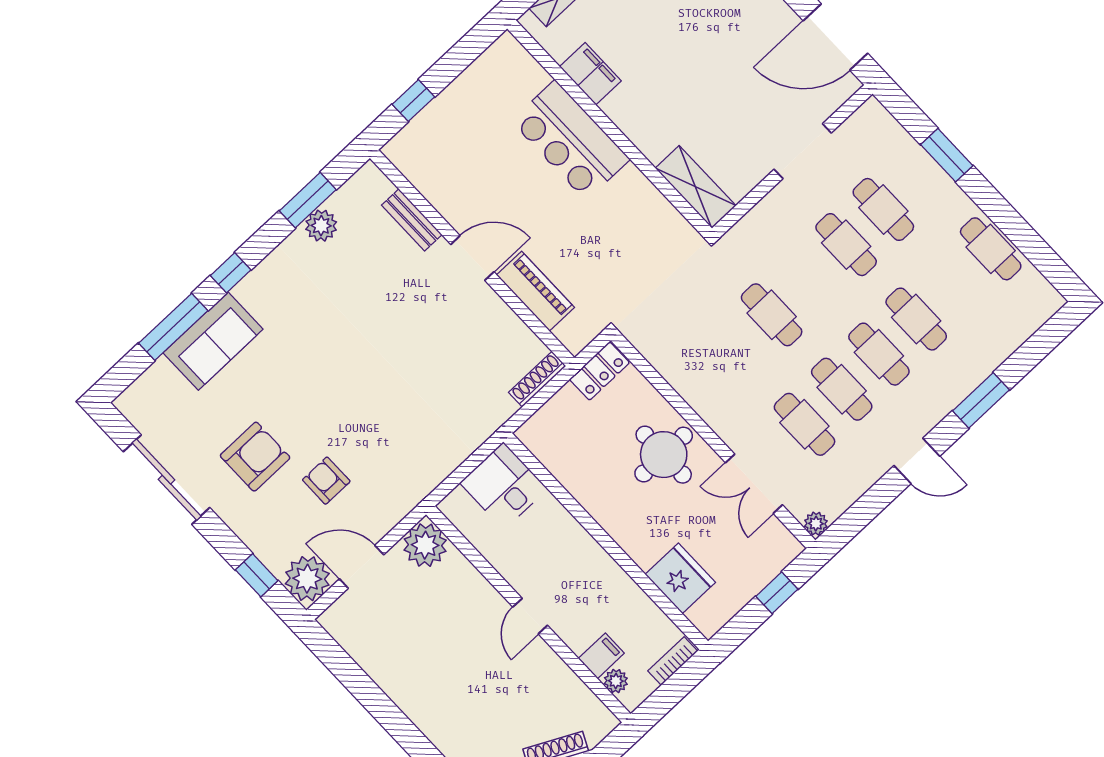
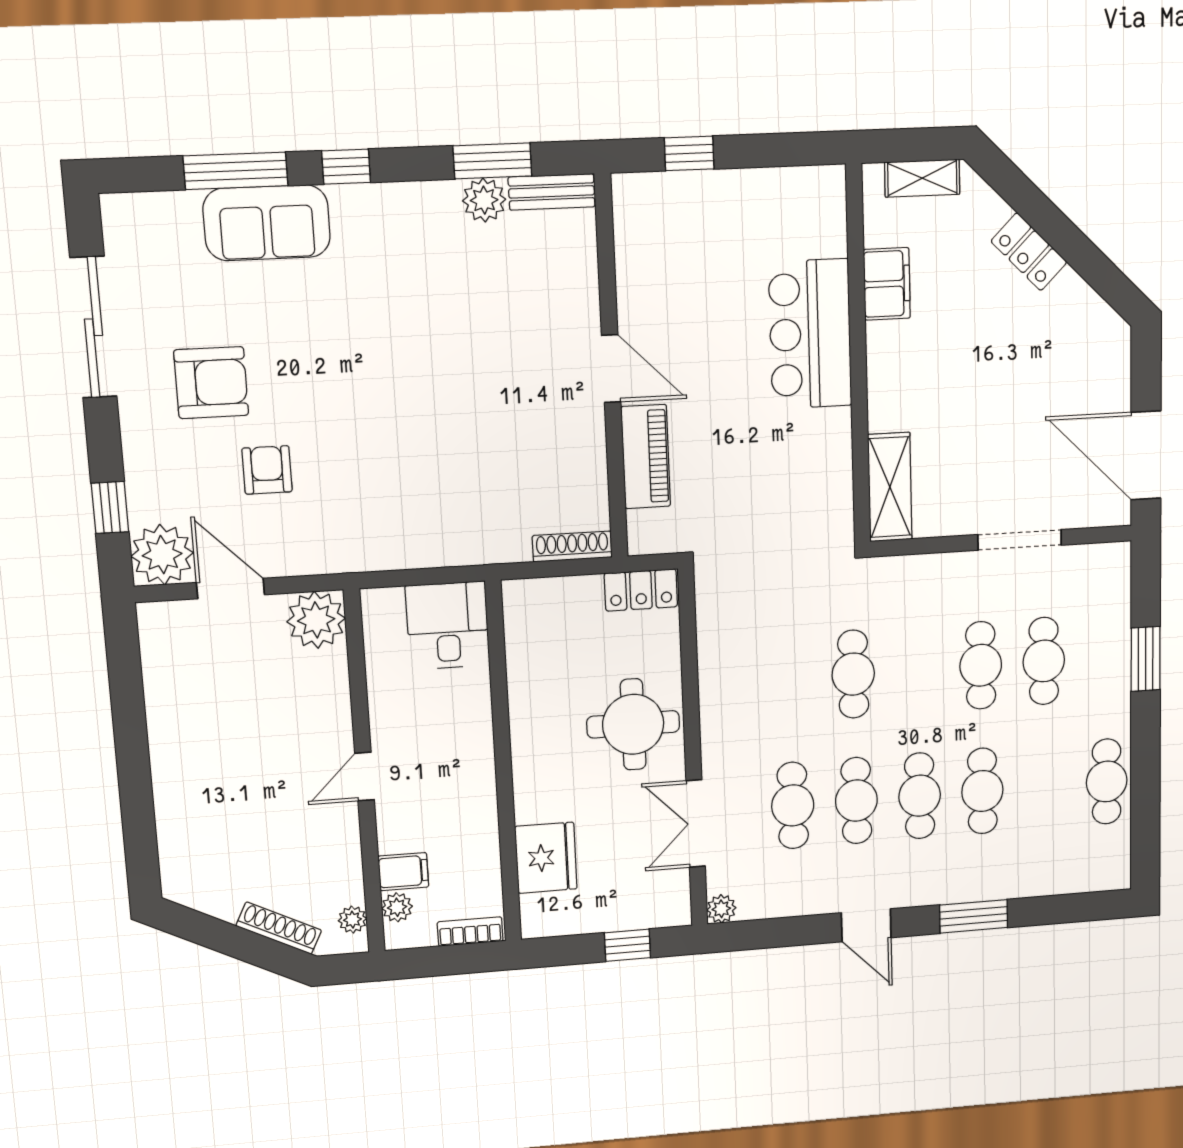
bench: (412, 220) -> (552, 192), moved, turned 90
plant: (595, 710) -> (352, 920), added

